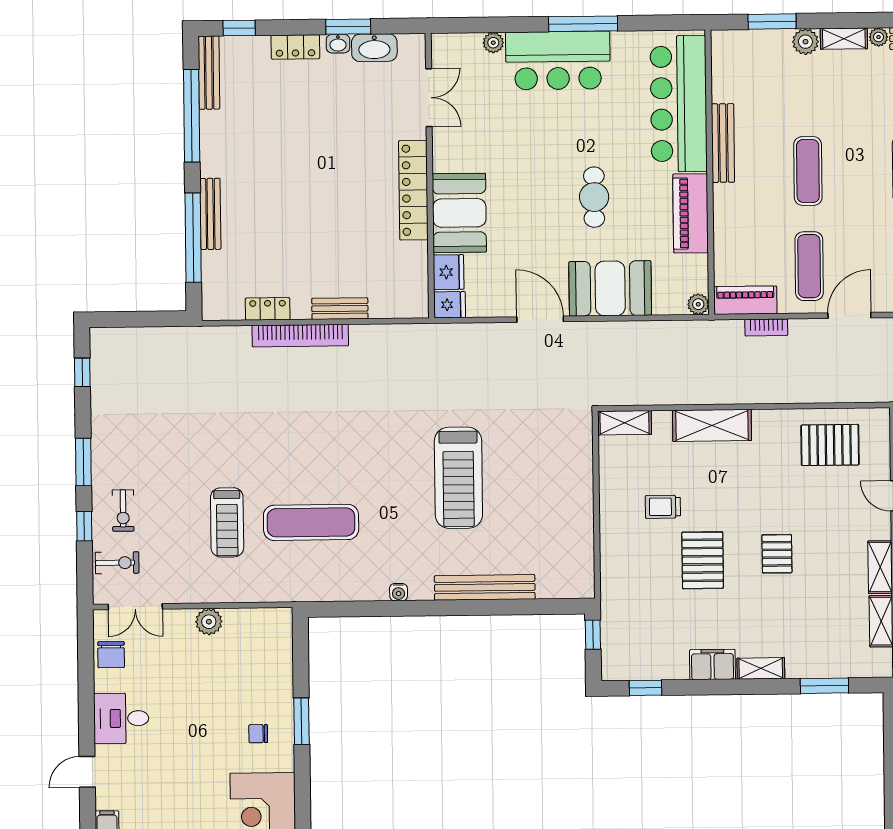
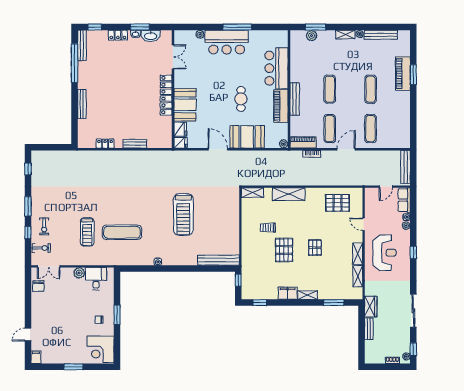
plant: (805, 42) -> (312, 36), moved
bar counter: (679, 104) -> (276, 68), width x0.73
bench: (723, 143) -> (295, 99), moved
window: (193, 238) -> (75, 114), removed
bookcase: (300, 336) -> (118, 155), removed
bench: (485, 587) -> (218, 260), moved
desk: (121, 718) -> (96, 279), moved, turned 90

